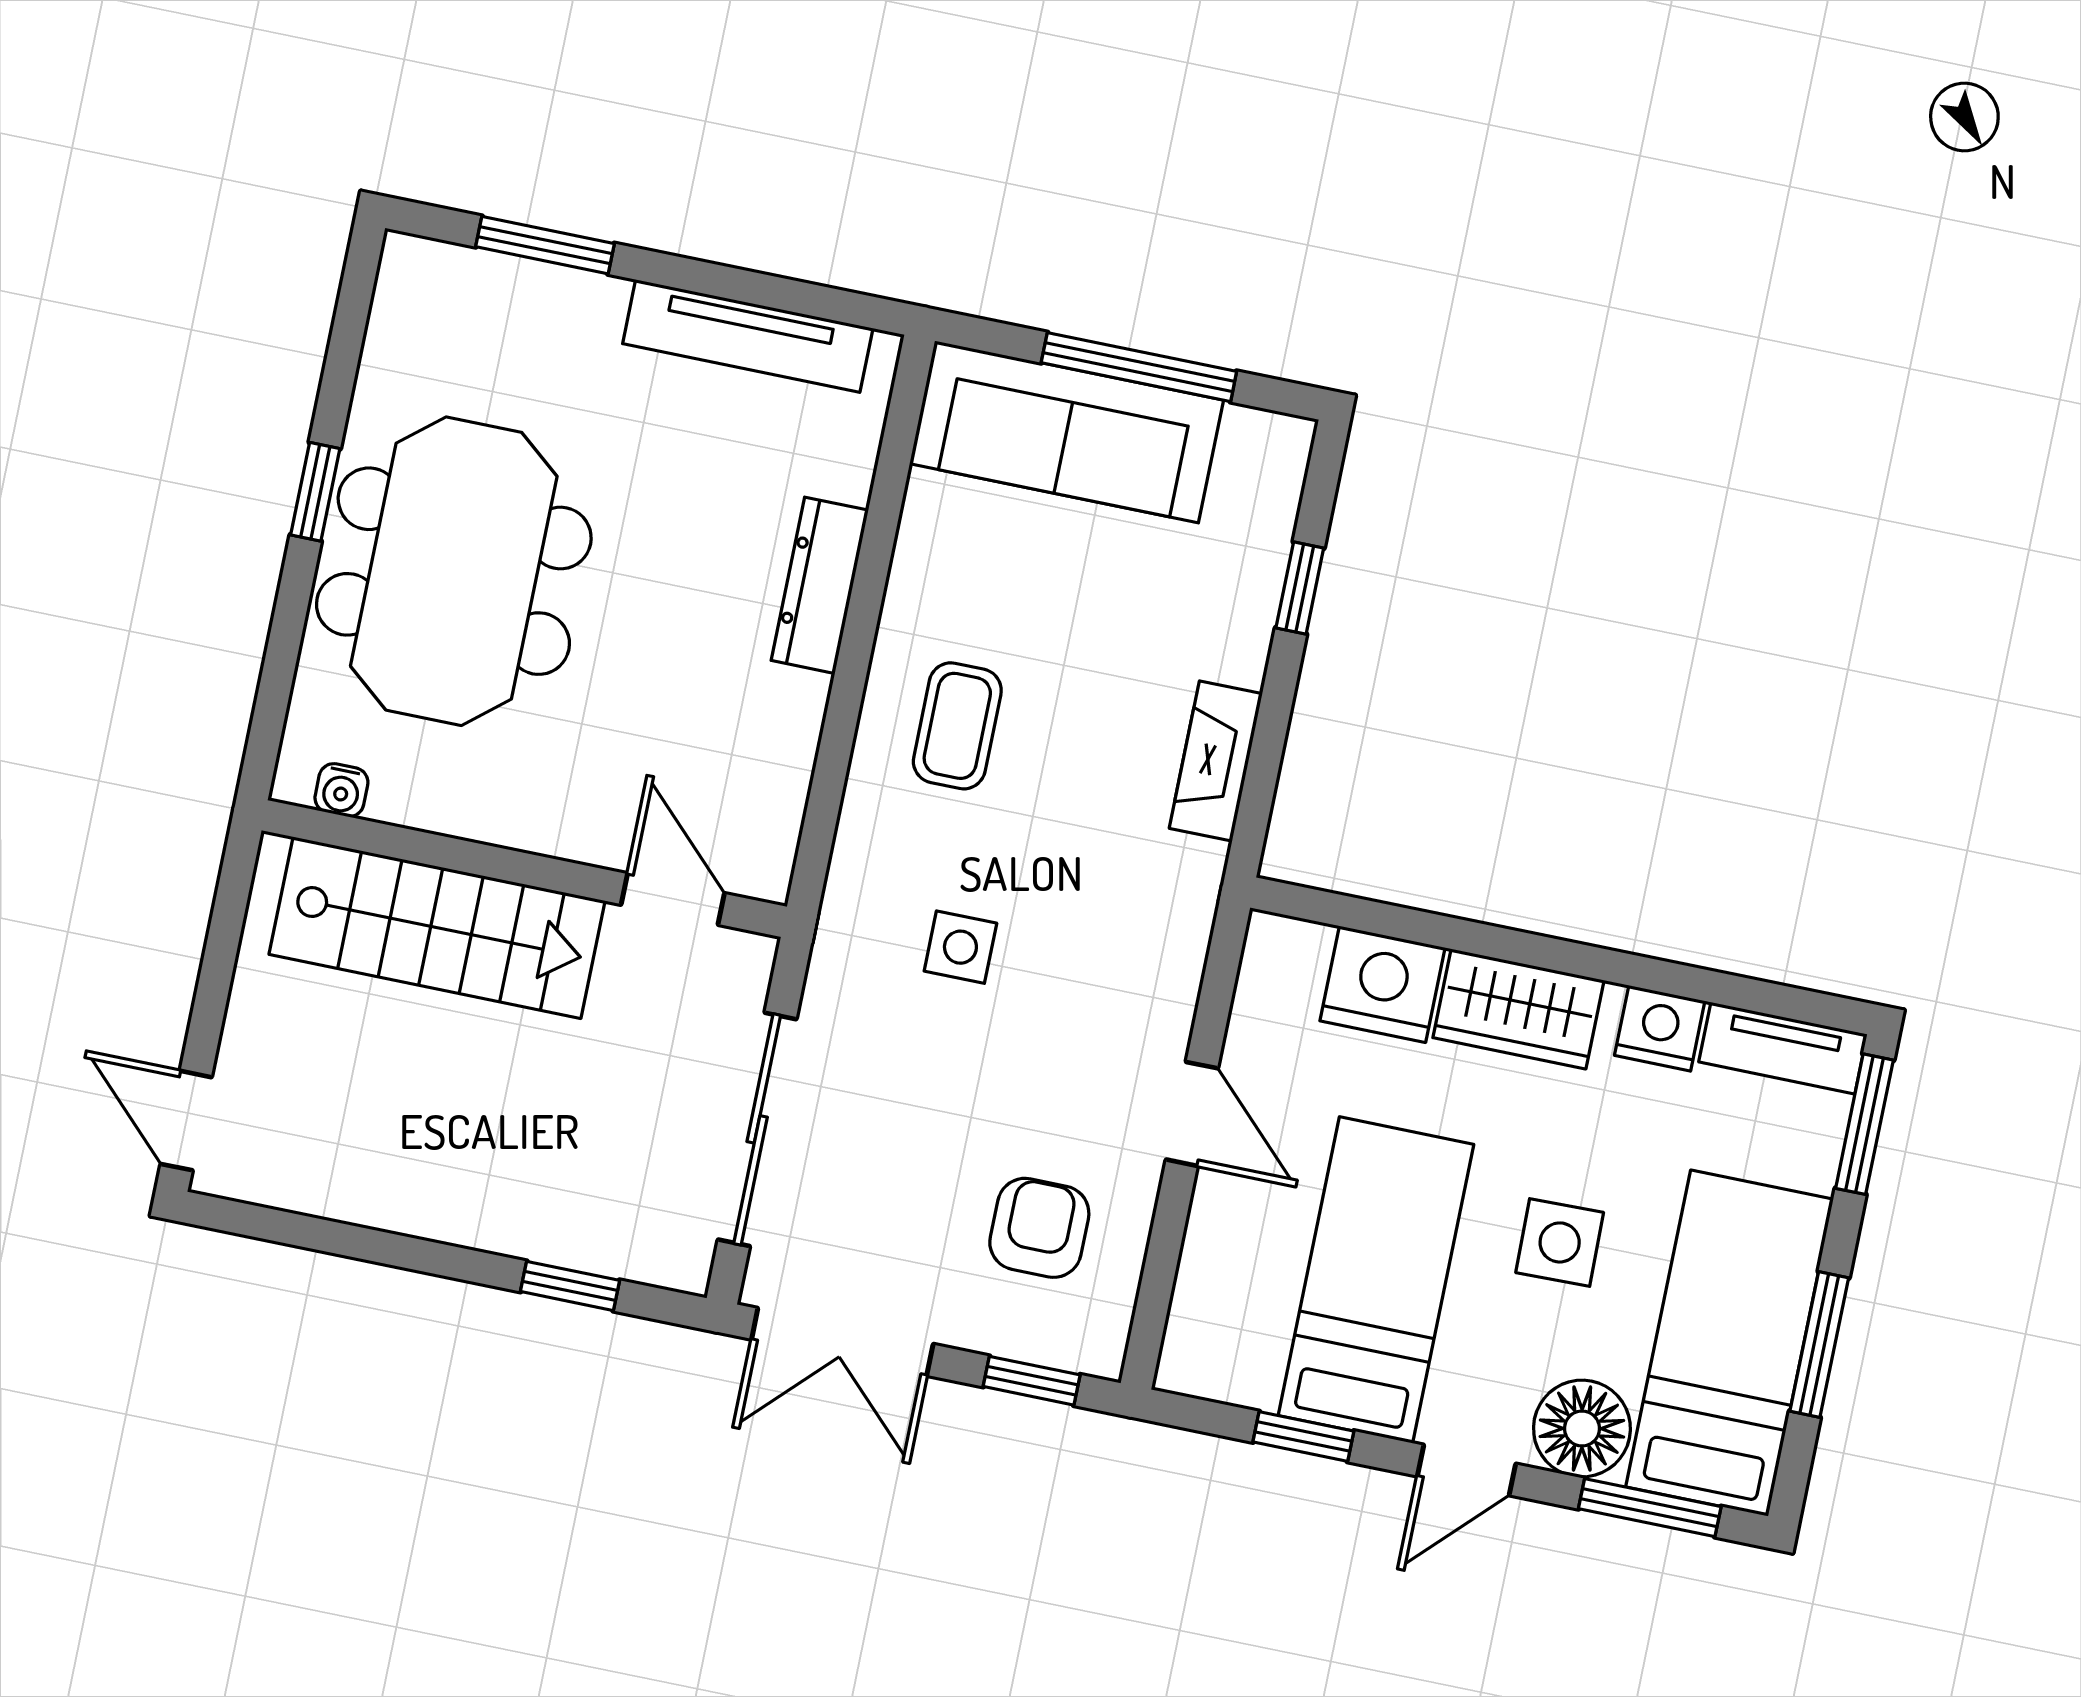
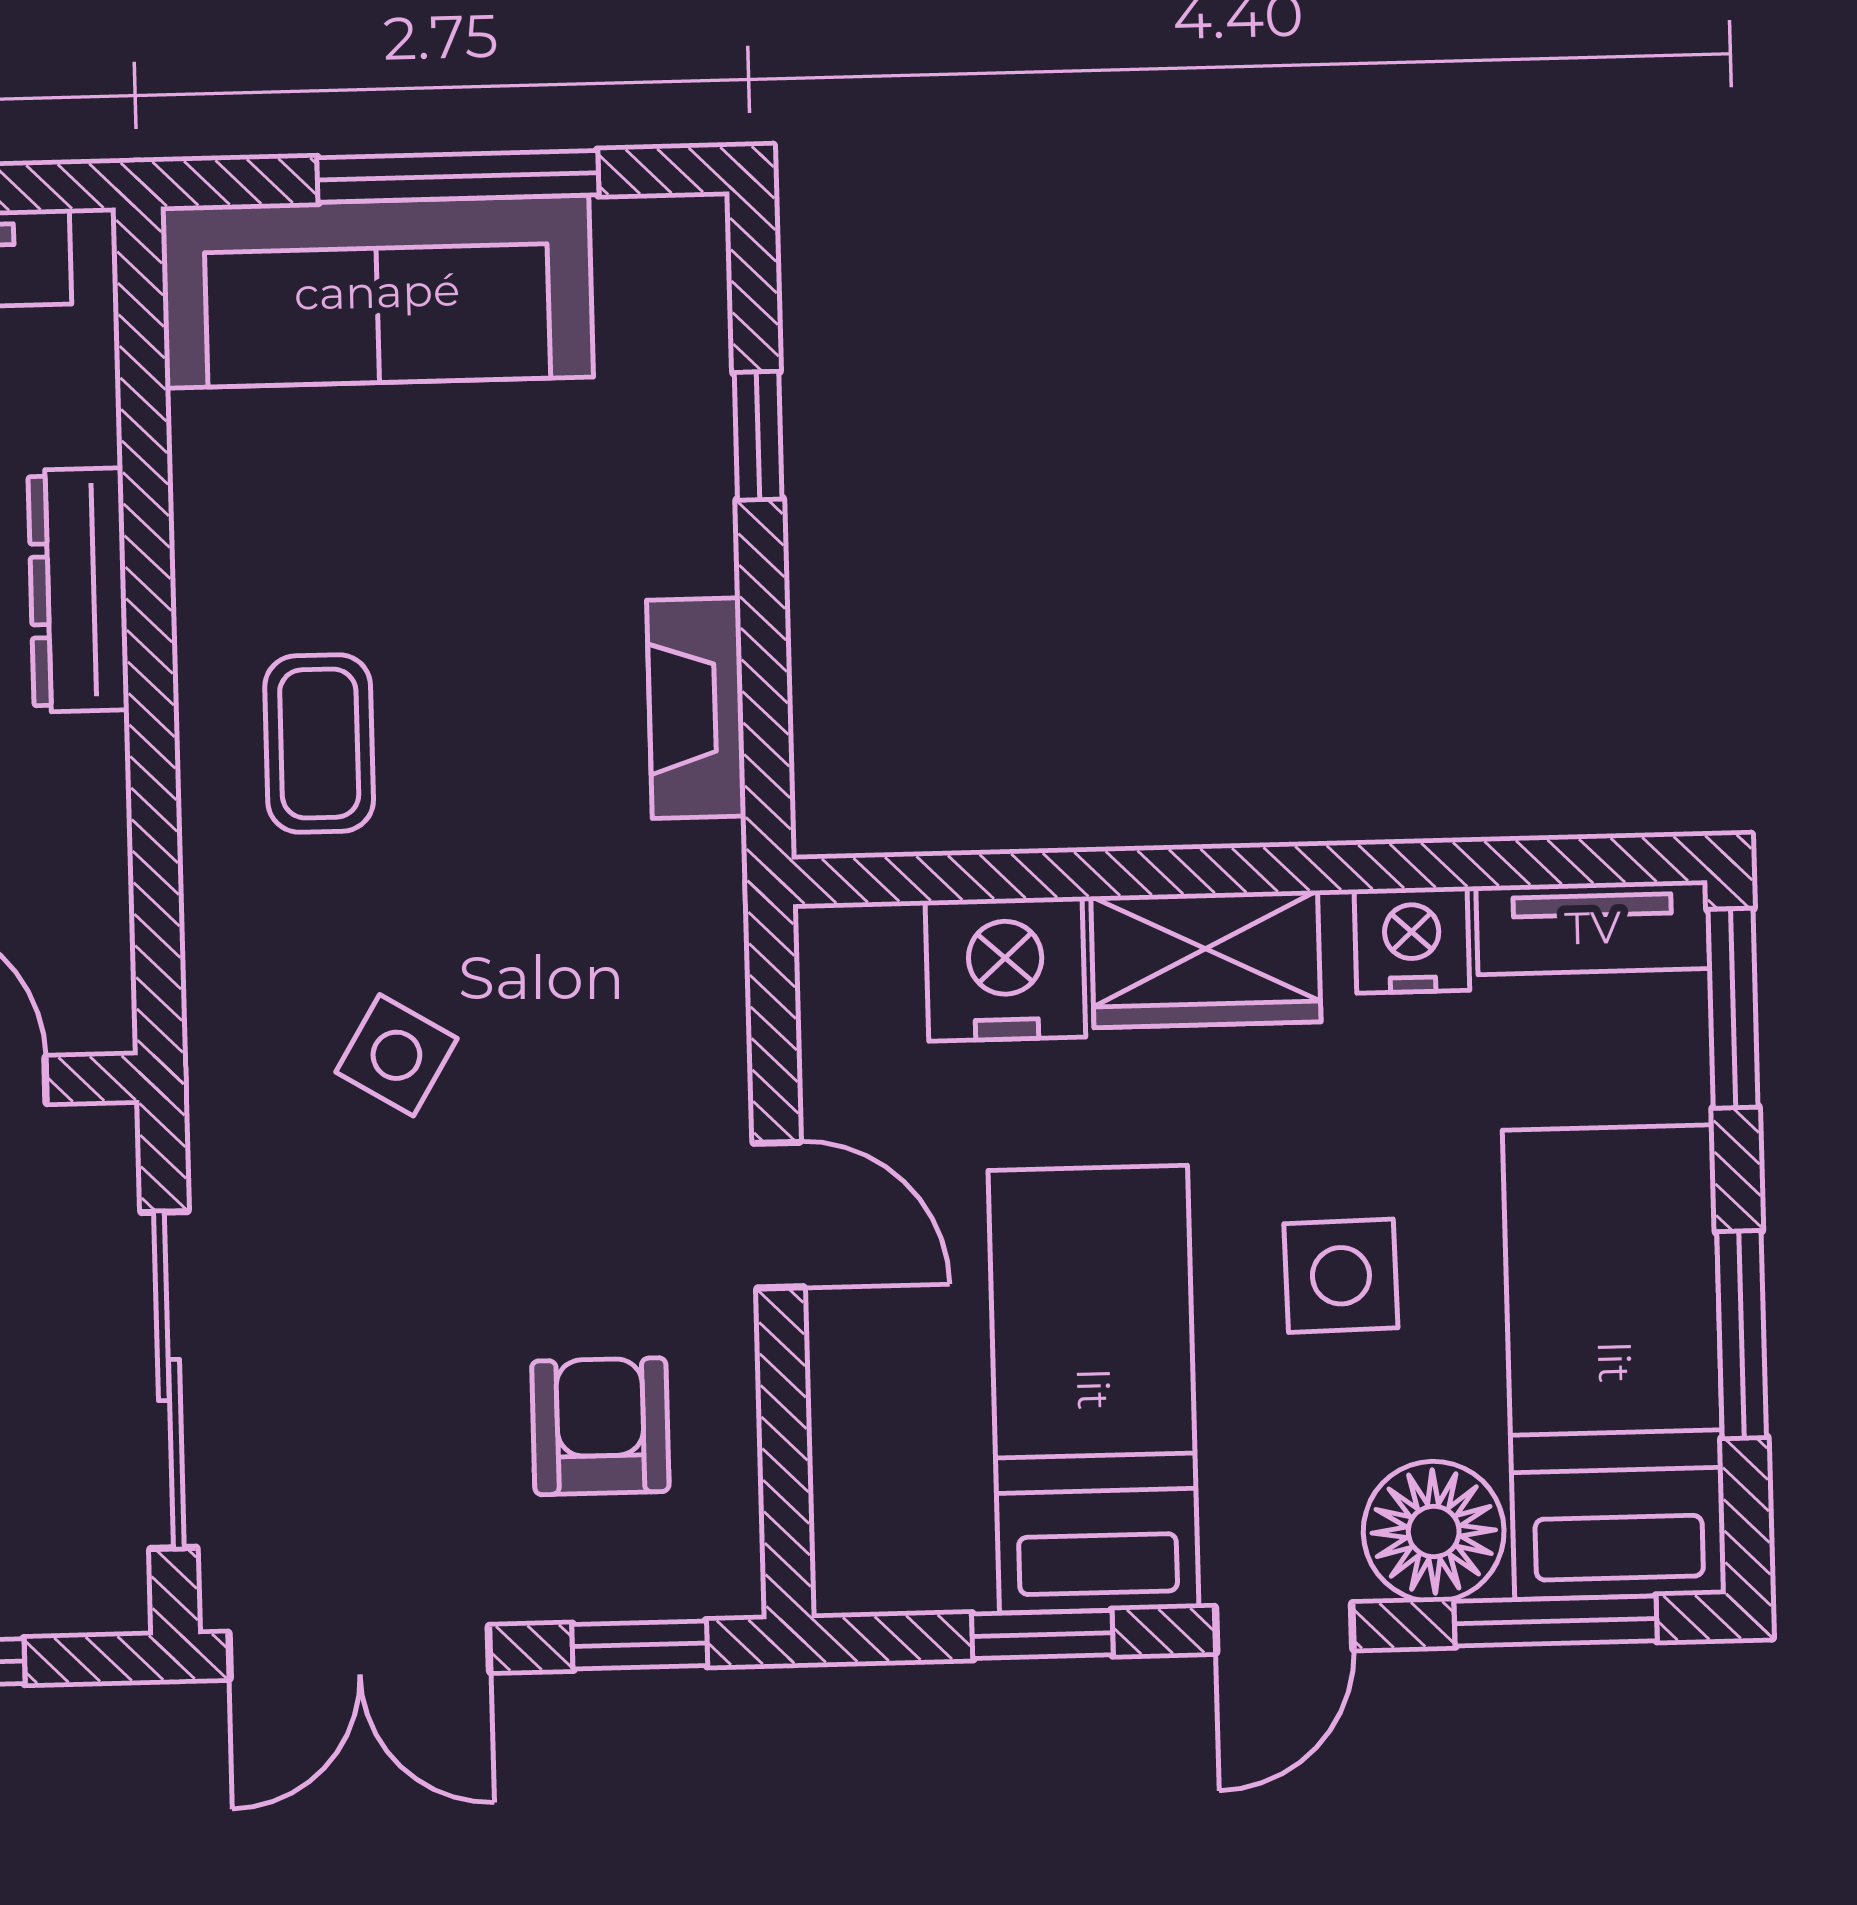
side table: (960, 947) -> (396, 1055), turned 31

